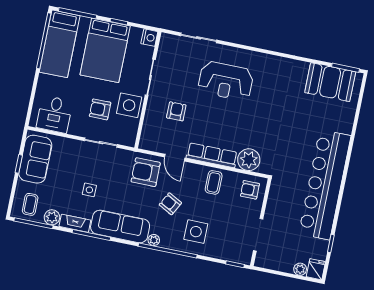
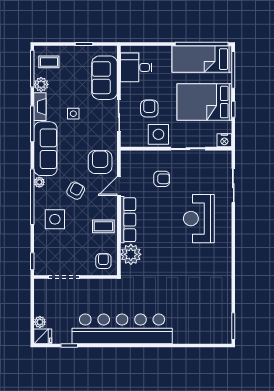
booth: (330, 82) -> (217, 315), removed
sofa: (35, 159) -> (105, 78), moved, turned 90

